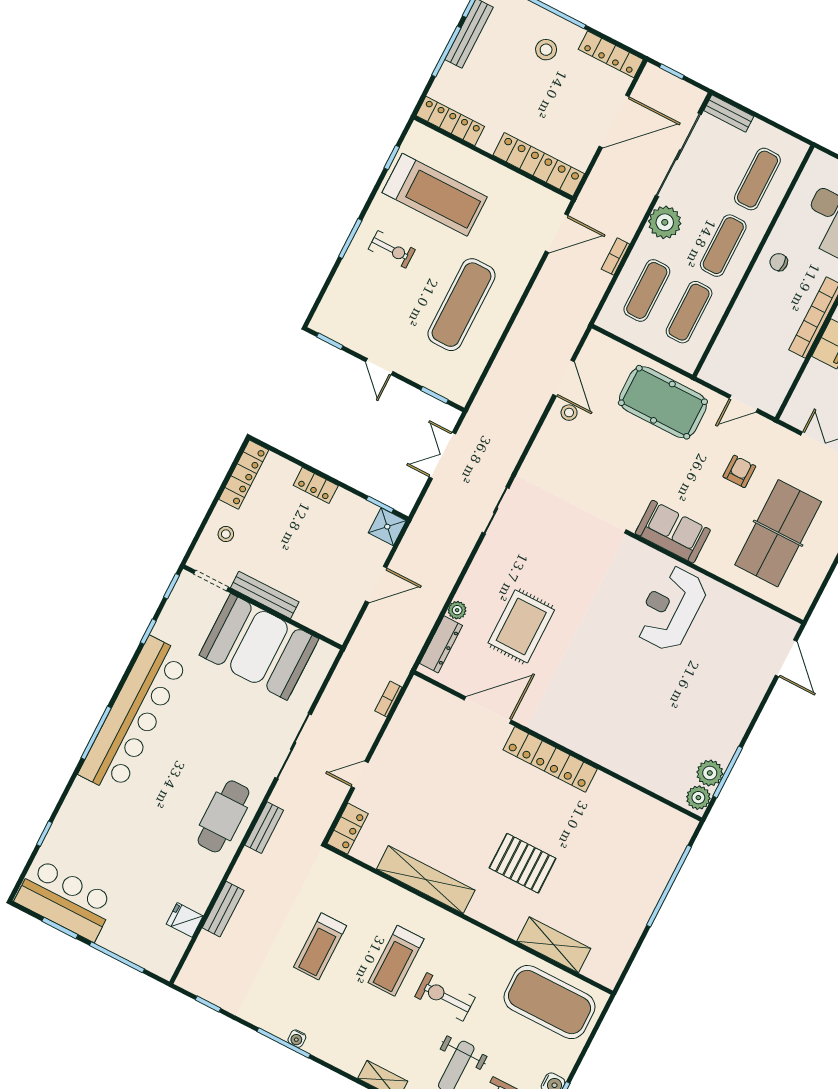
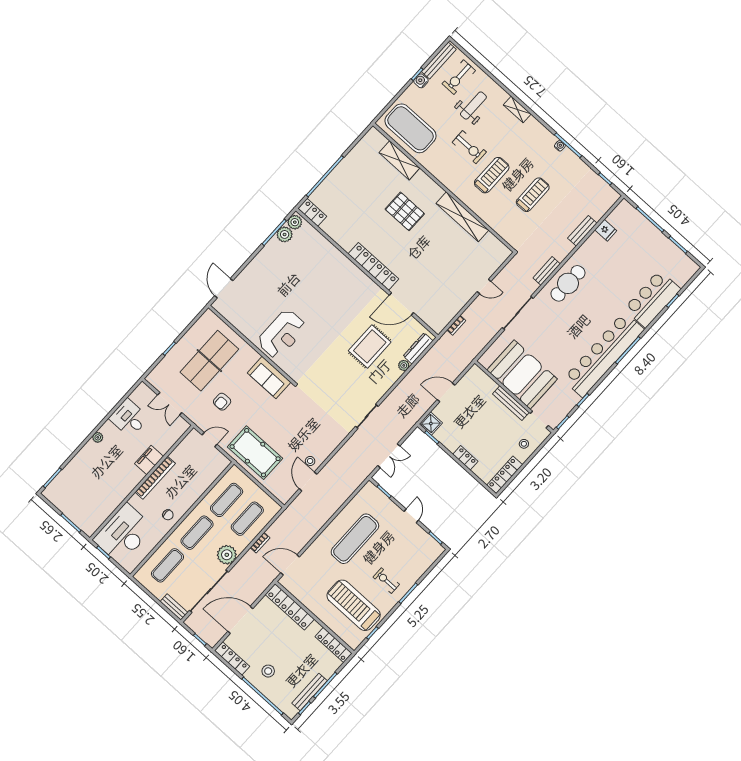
locker: (348, 829) -> (312, 212), moved, turned 90
bar counter: (65, 900) -> (652, 299), moved, turned 90

